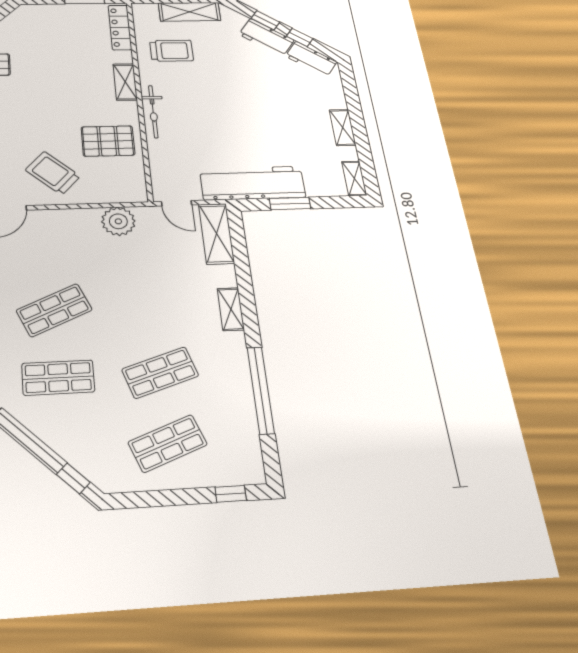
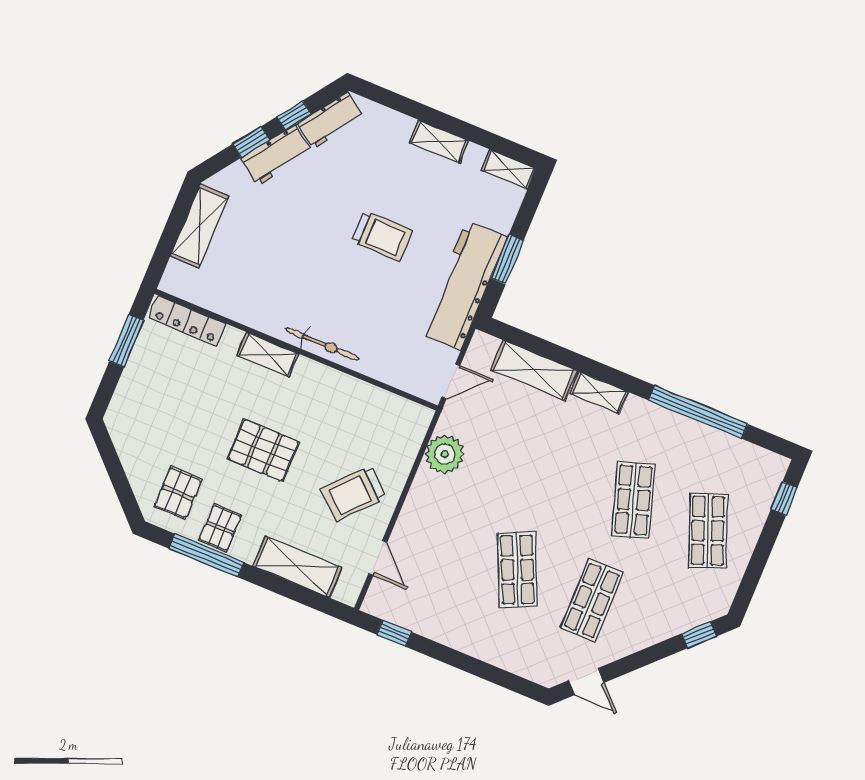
trolley: (172, 51) -> (382, 236), moved, turned 90
pallet: (108, 141) -> (263, 450), moved, turned 90
shelving: (216, 234) -> (534, 370), moved

